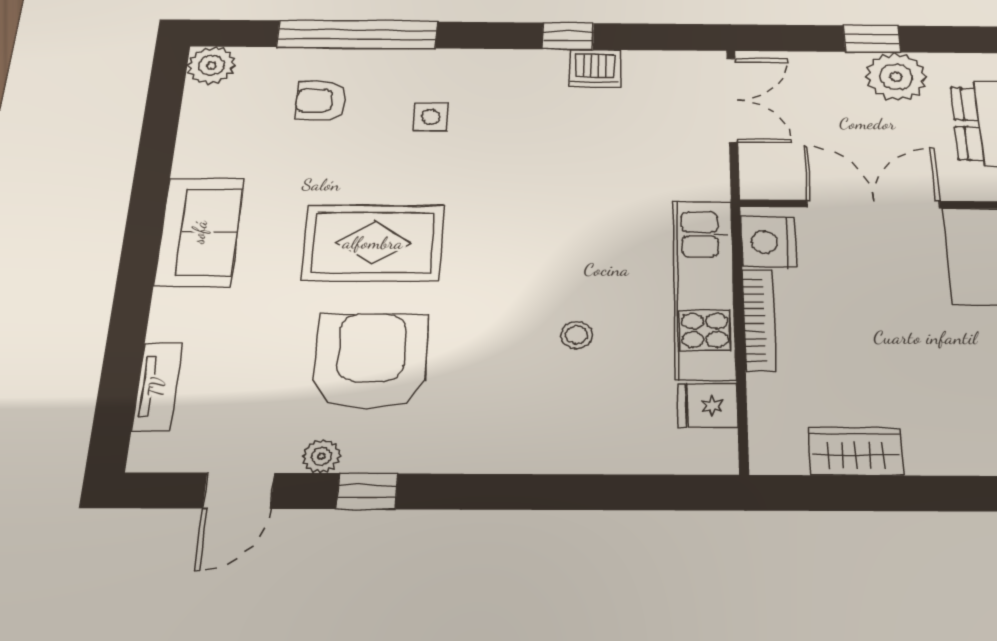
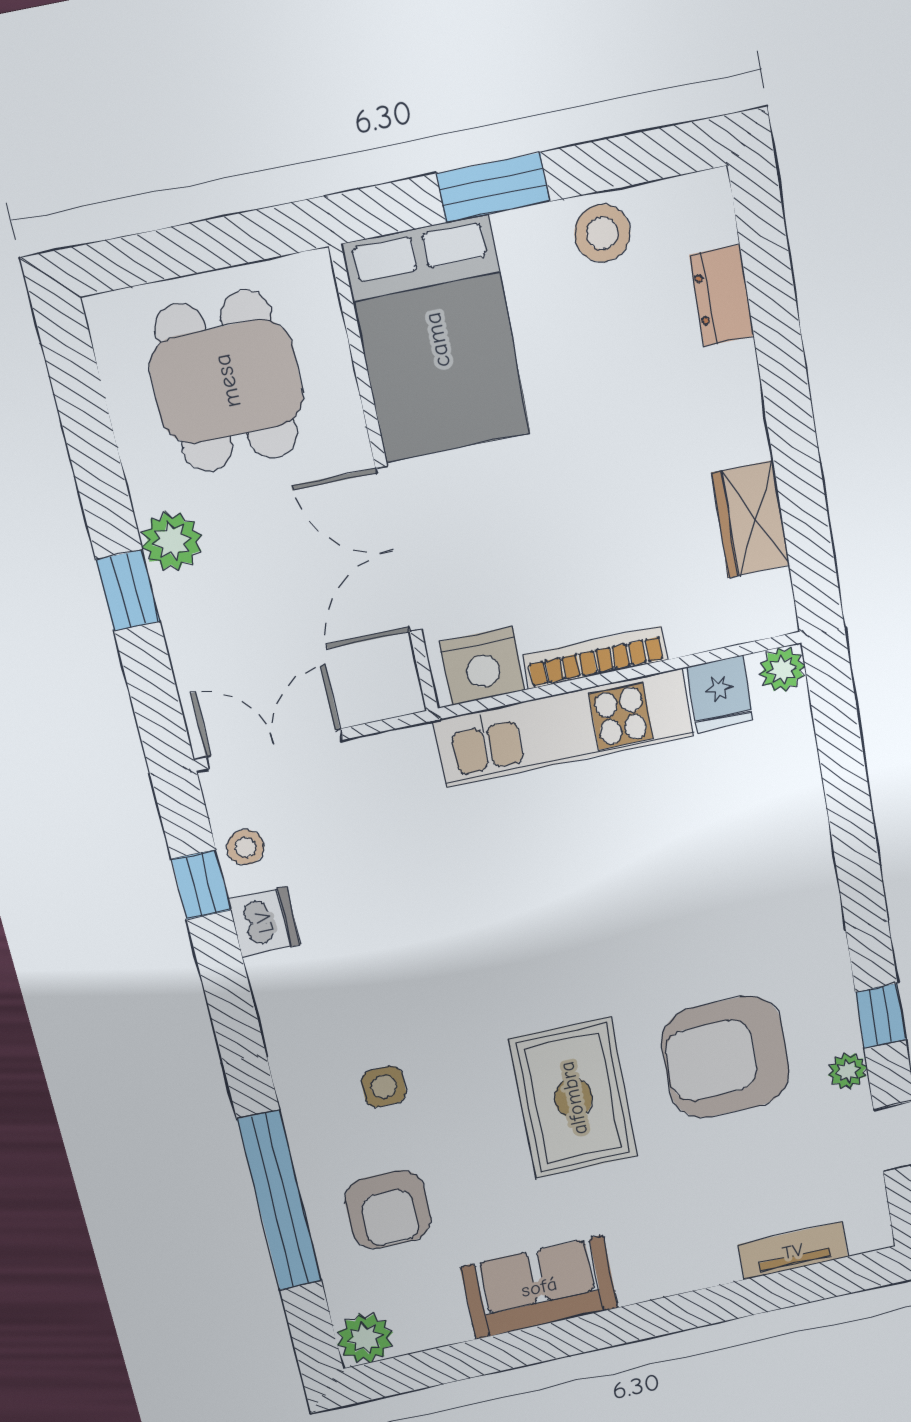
window: (568, 36) -> (201, 885), moved
plant: (896, 77) -> (172, 541), width x0.73, depth x0.73
armchair: (321, 101) -> (388, 1210), width x1.38, depth x1.38
sofa: (199, 232) -> (539, 1287), moved
stool: (577, 335) -> (246, 847), moved
plant: (718, 456) -> (782, 670), added

